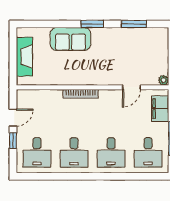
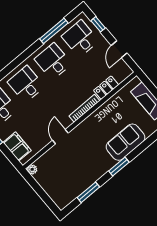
door: (131, 87) -> (60, 137), moved
locker: (49, 96) -> (106, 88), added
window: (13, 141) -> (98, 24), moved
window: (53, 176) -> (54, 31), added

